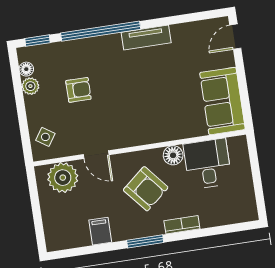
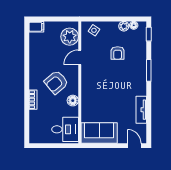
window: (101, 31) -> (149, 70), width x0.47
tv unit: (146, 37) -> (141, 110), moved
desk: (208, 164) -> (65, 129), moved
filing cabinet: (100, 231) -> (36, 27), moved
window: (145, 241) -> (27, 78), removed

